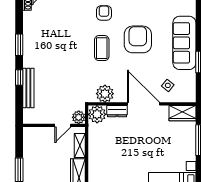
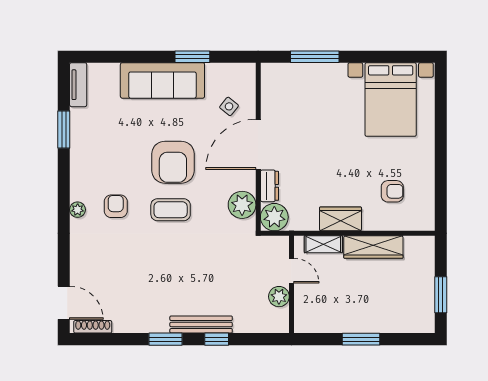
armchair: (104, 13) -> (116, 206), turned 90
armchair: (138, 39) -> (173, 162), moved, turned -90
bench: (28, 88) -> (201, 325), moved
wardrobe: (182, 113) -> (340, 219), moved, turned -90
plant: (79, 117) -> (279, 297), moved

